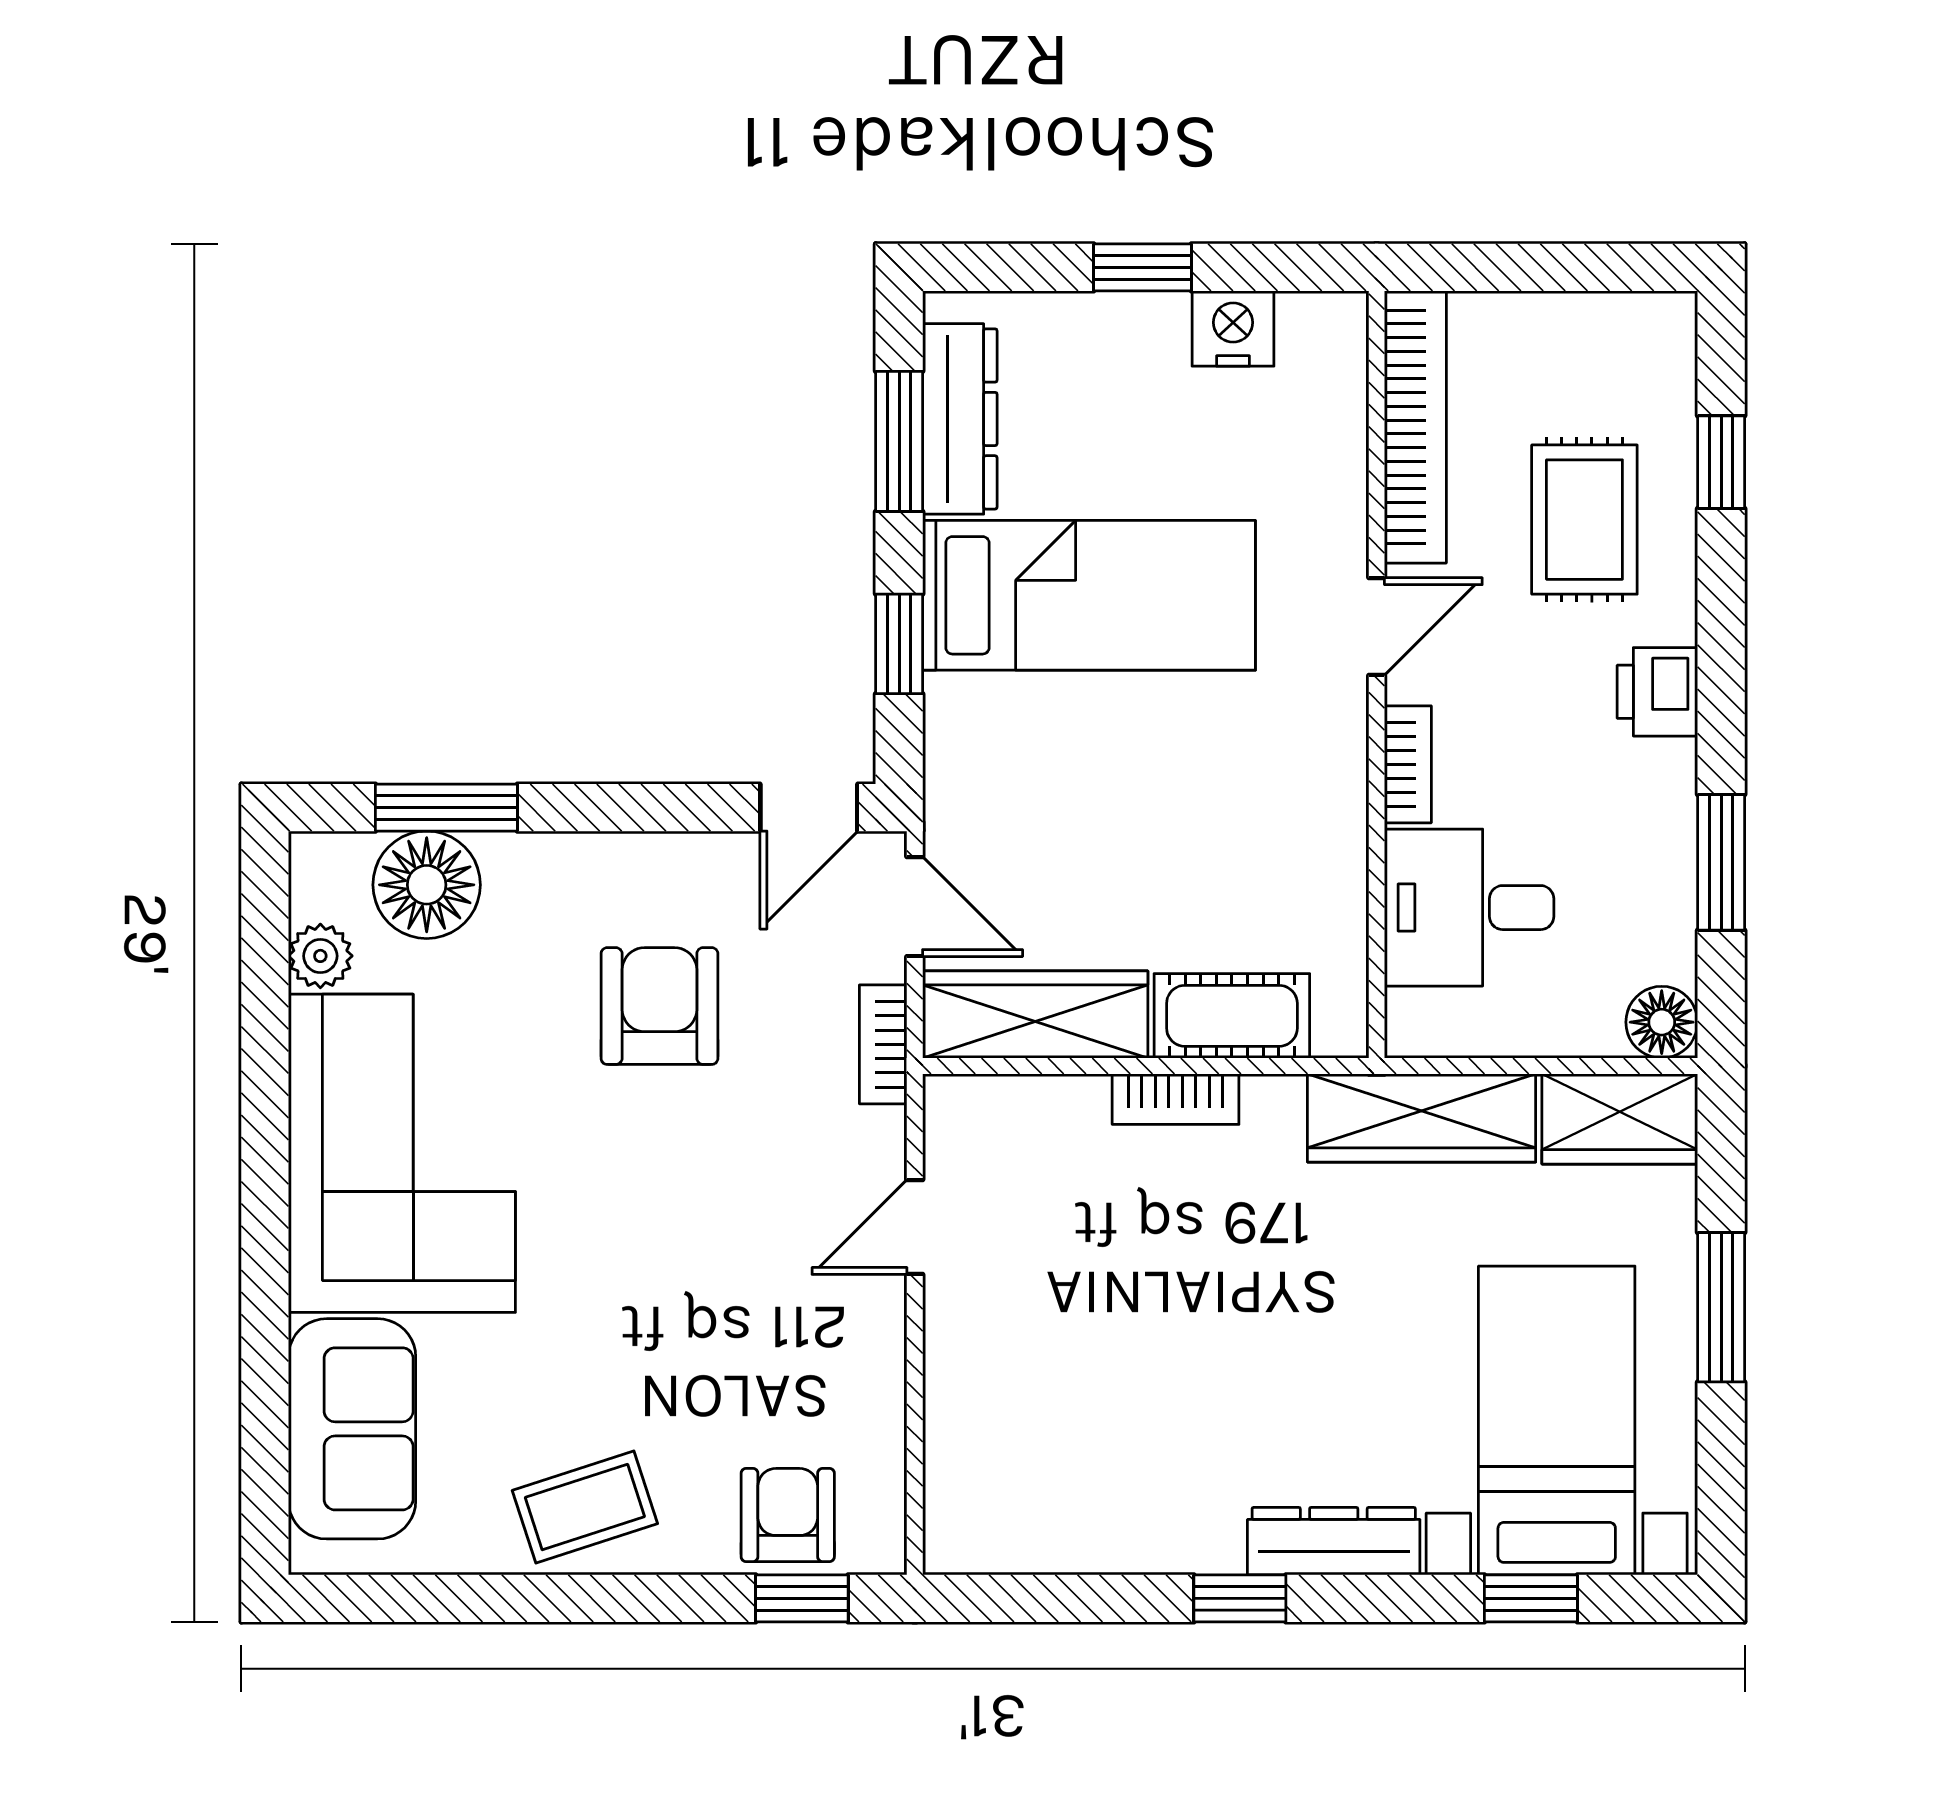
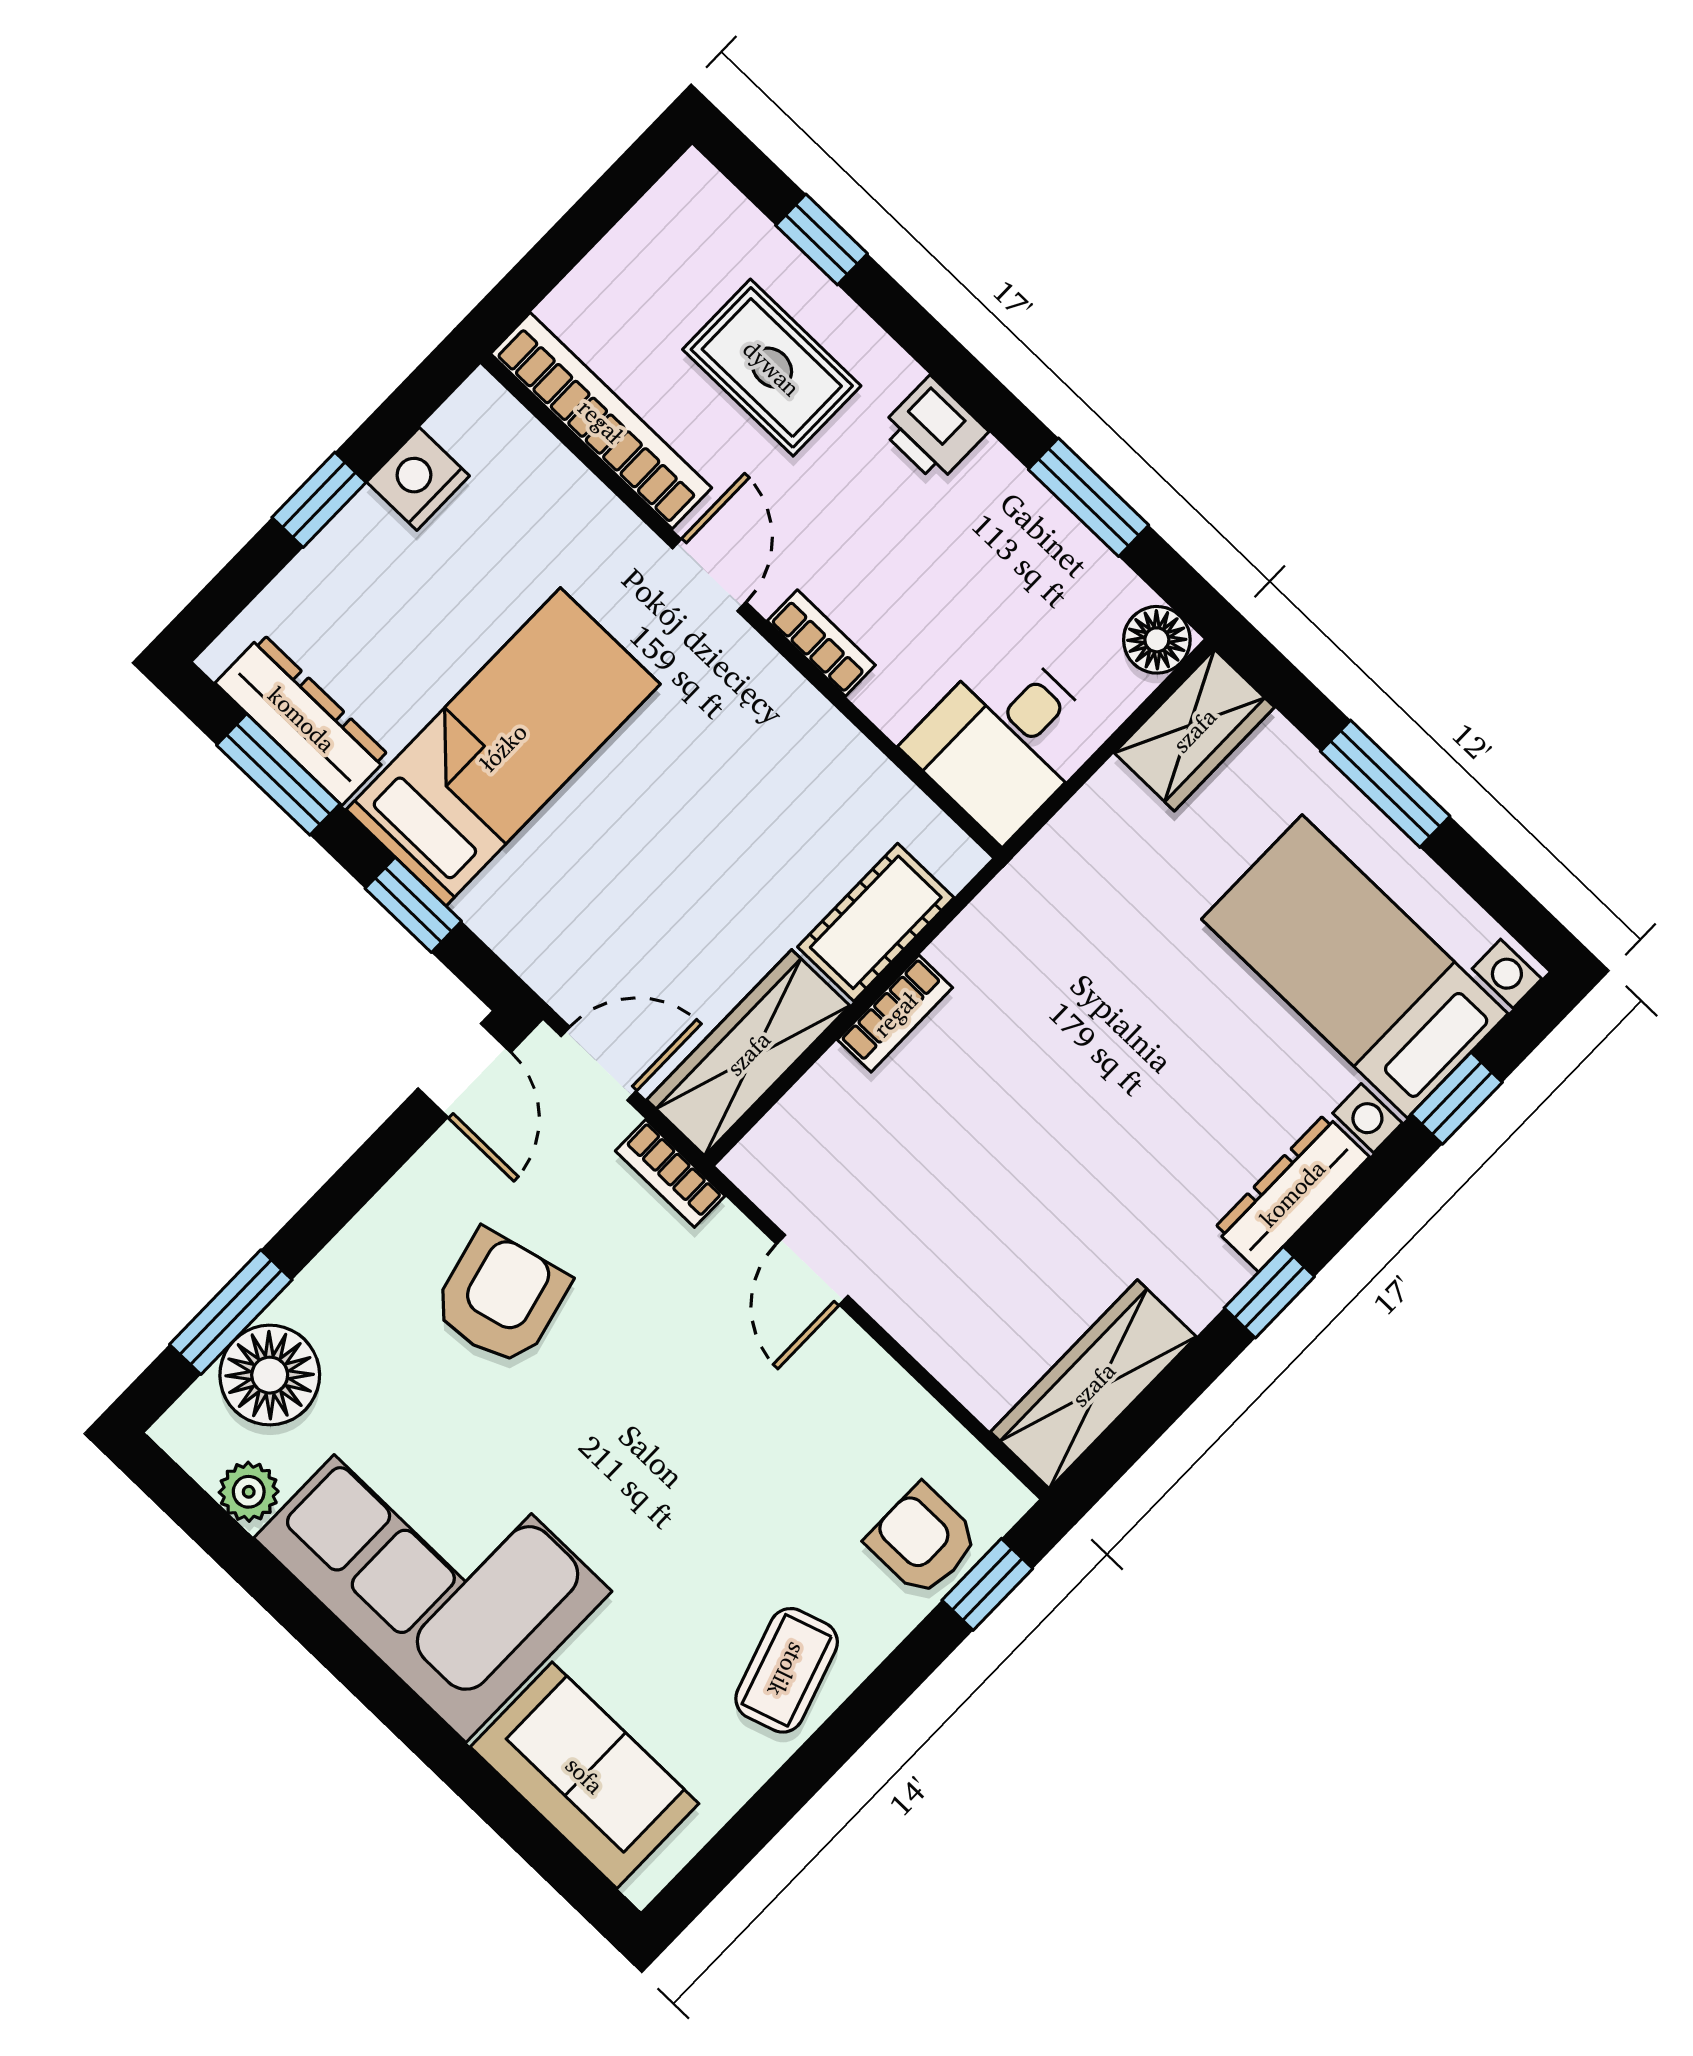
desk: (1469, 908) -> (1004, 741), moved
armchair: (659, 1006) -> (501, 1298), turned 76
wardrobe: (1422, 1118) -> (1093, 1384), moved, turned 180

